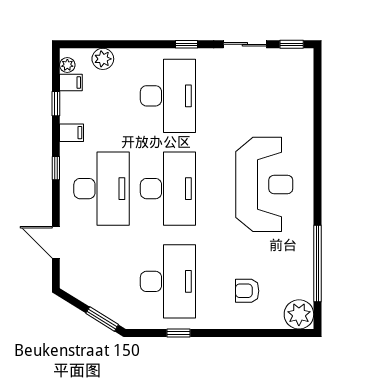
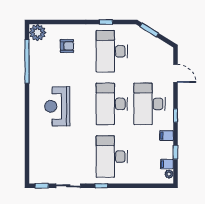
plant: (103, 59) -> (149, 178), removed
reception desk: (264, 184) -> (57, 106), width x0.74, depth x0.77

